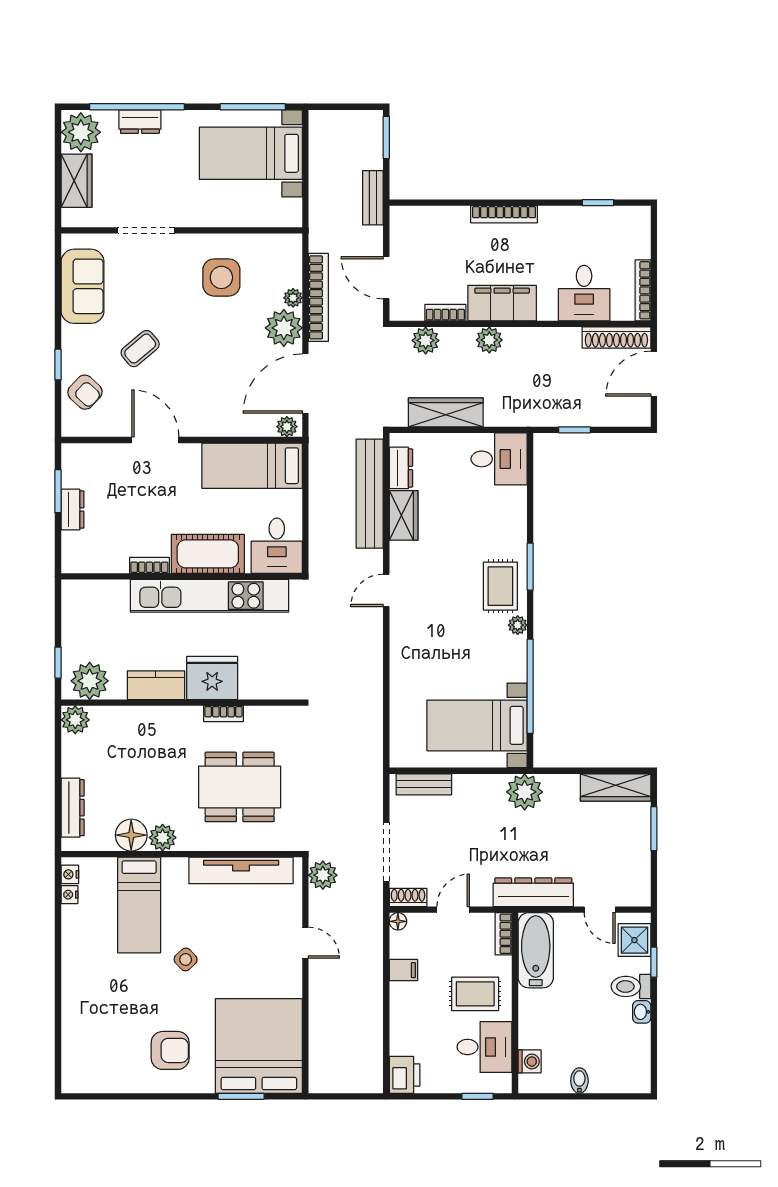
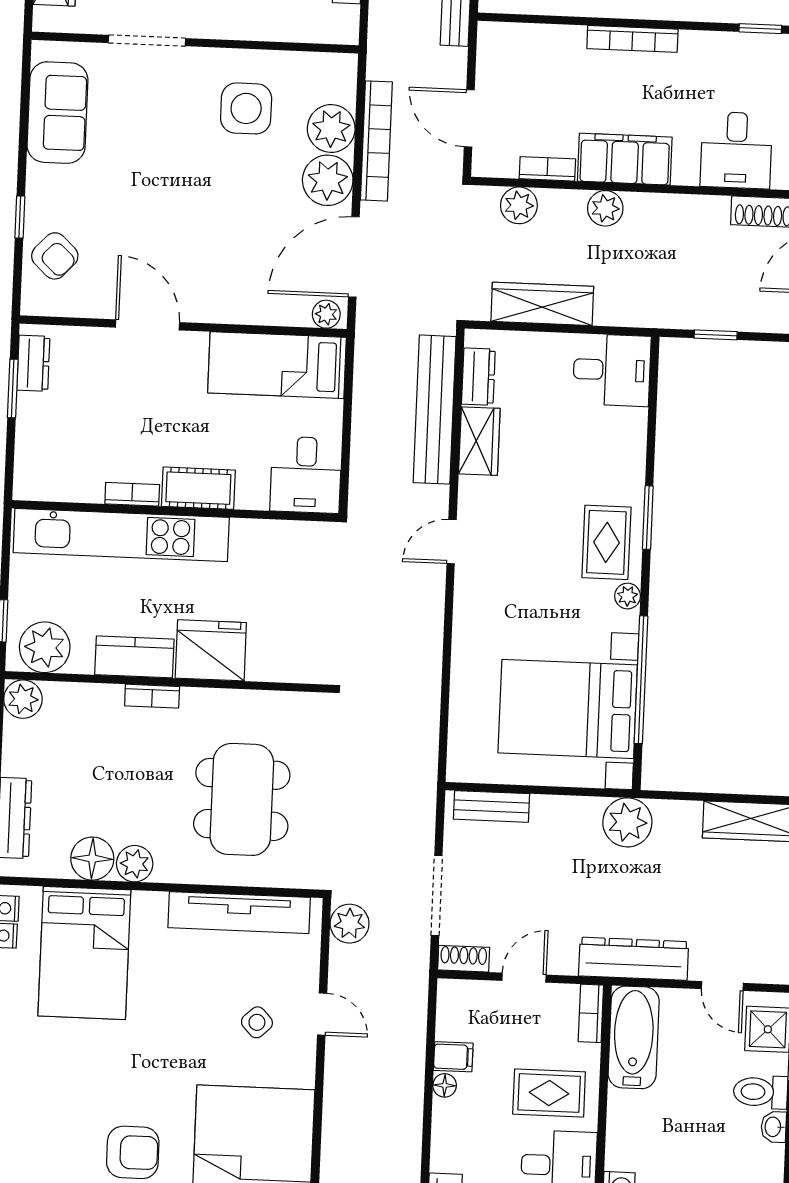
plant: (293, 298) -> (331, 129), width x1.88, depth x1.88
coffee table: (140, 349) -> (132, 200), removed
dresser: (72, 510) -> (33, 363), moved
cot: (208, 554) -> (198, 488), width x0.73, depth x0.75
kitchen unit: (209, 596) -> (121, 535), moved
bookcase: (223, 714) -> (152, 696), moved
bed with nightstands: (477, 725) -> (568, 709), width x1.36
dining table: (240, 787) -> (242, 799), turned 90
bed: (139, 905) -> (84, 953), width x1.50
floor lamp: (398, 921) -> (445, 1085), moved
side table: (186, 959) -> (257, 1022), moved

